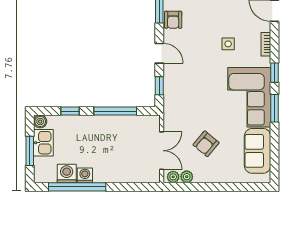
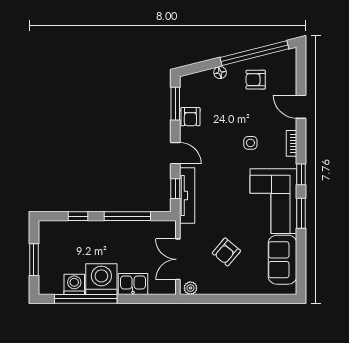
tv unit: (170, 92) -> (187, 195), added
boiler: (40, 121) -> (45, 228), removed
kitchen sink: (43, 143) -> (133, 284), moved, turned -90
double door: (162, 151) -> (178, 259), swing flipped
washing machine: (85, 175) -> (101, 279), width x1.89, depth x1.89
plant: (187, 177) -> (205, 288), removed

